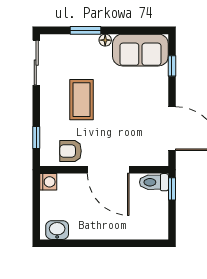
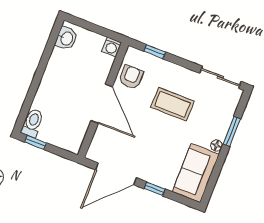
window: (172, 66) -> (155, 189), moved
door: (108, 170) -> (102, 104), swing flipped
toilet: (154, 182) -> (33, 123), moved
window: (172, 189) -> (36, 142), moved

